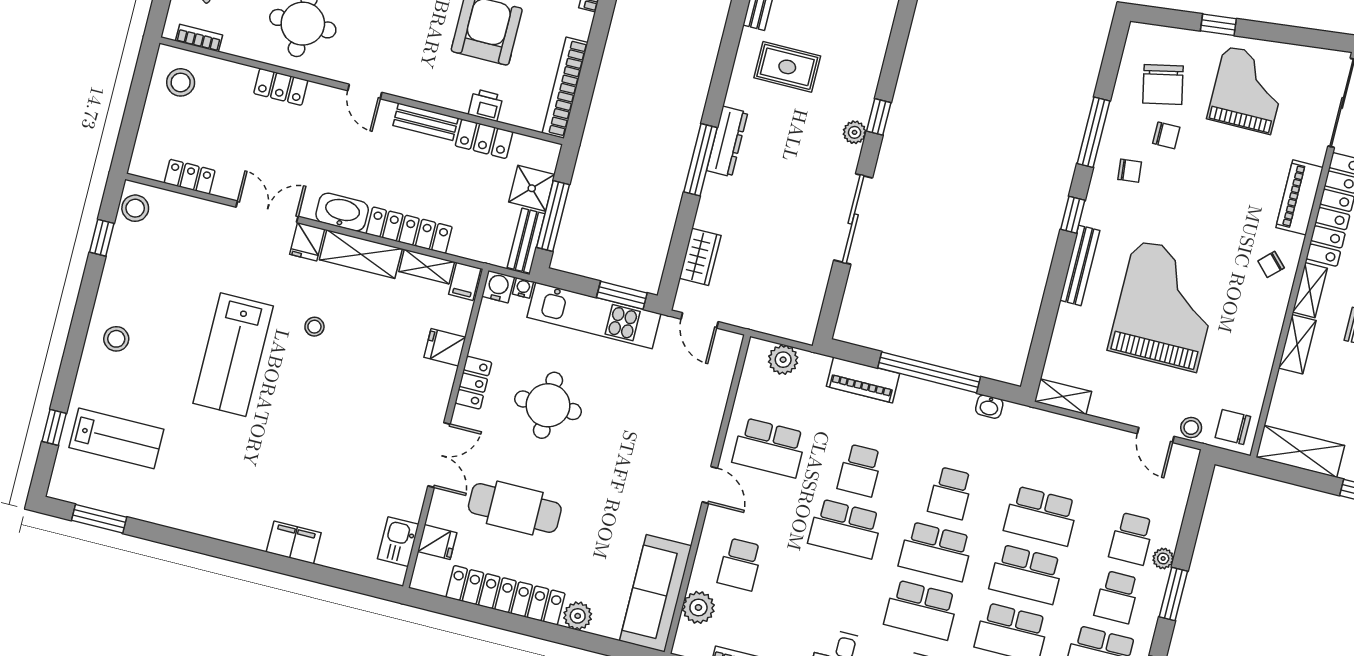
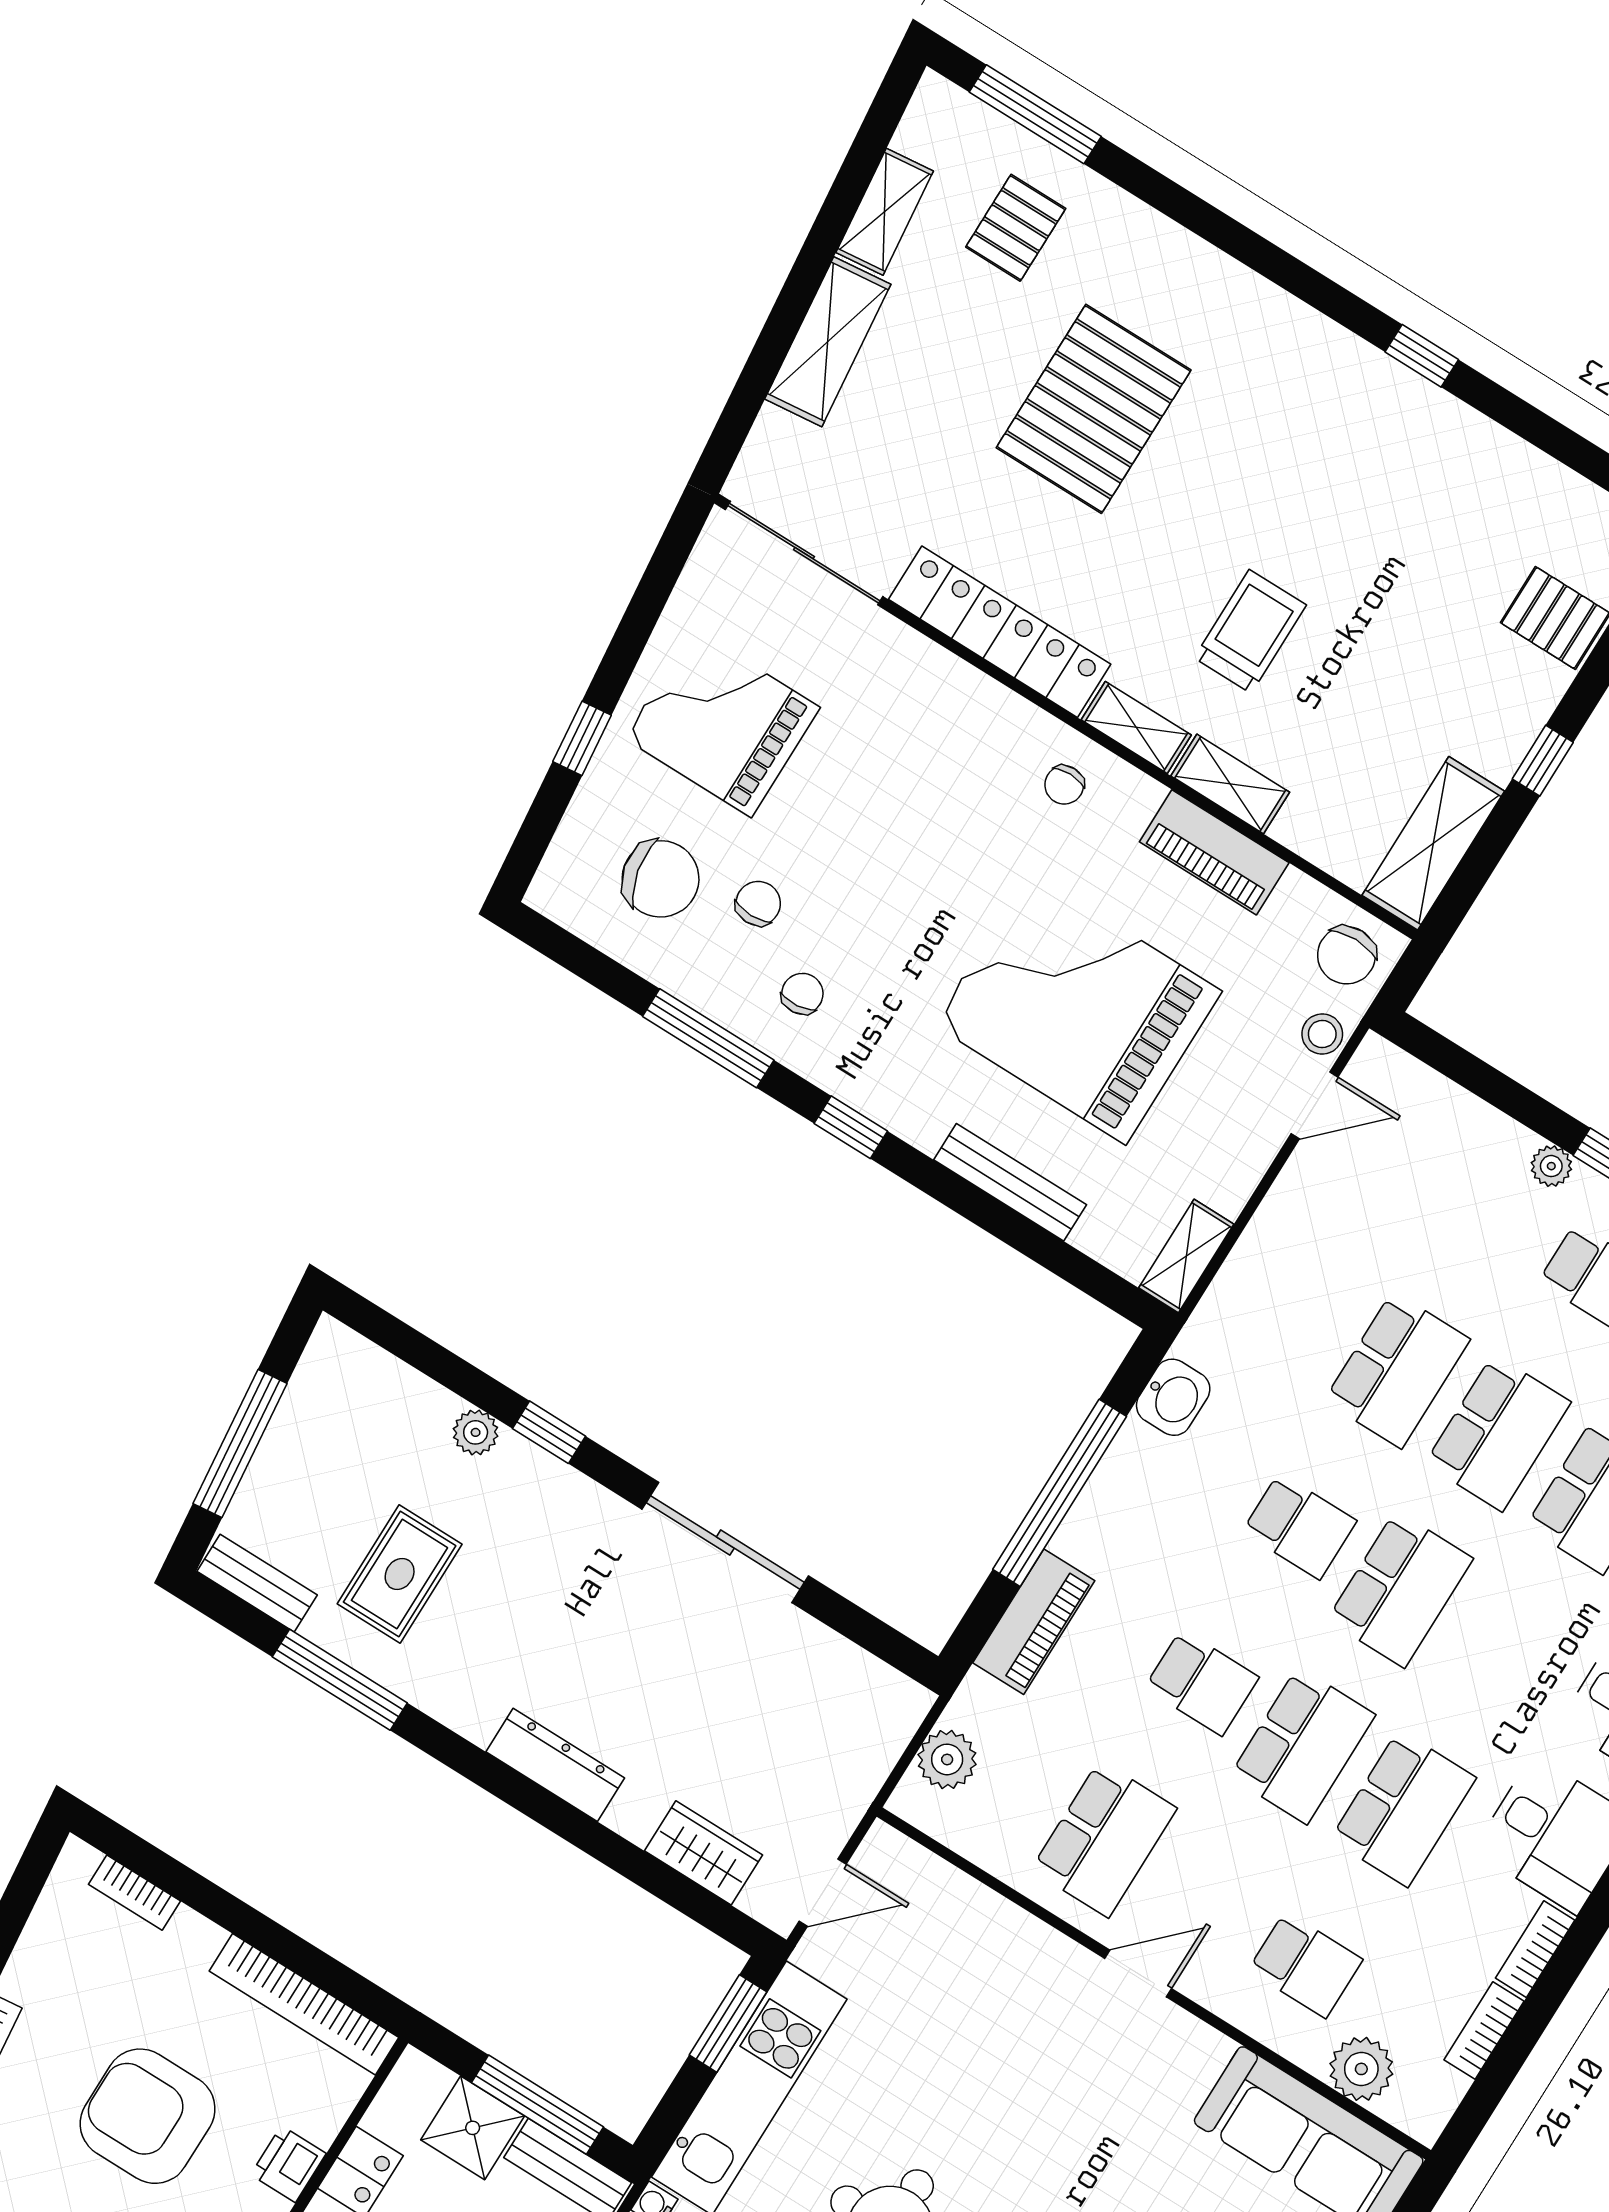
plant: (855, 132) -> (476, 1432), moved
dresser: (727, 141) -> (555, 1765), moved
window: (701, 160) -> (340, 1680), moved
piano: (1299, 197) -> (1214, 852), moved
chair: (1271, 264) -> (1064, 785), turned 44
bench: (1080, 265) -> (1010, 1182), moved
washbasin: (989, 407) -> (1173, 1397), width x1.38, depth x1.45
school desk: (1131, 539) -> (1495, 1214), removed
school desk: (921, 610) -> (1403, 1808), moved

